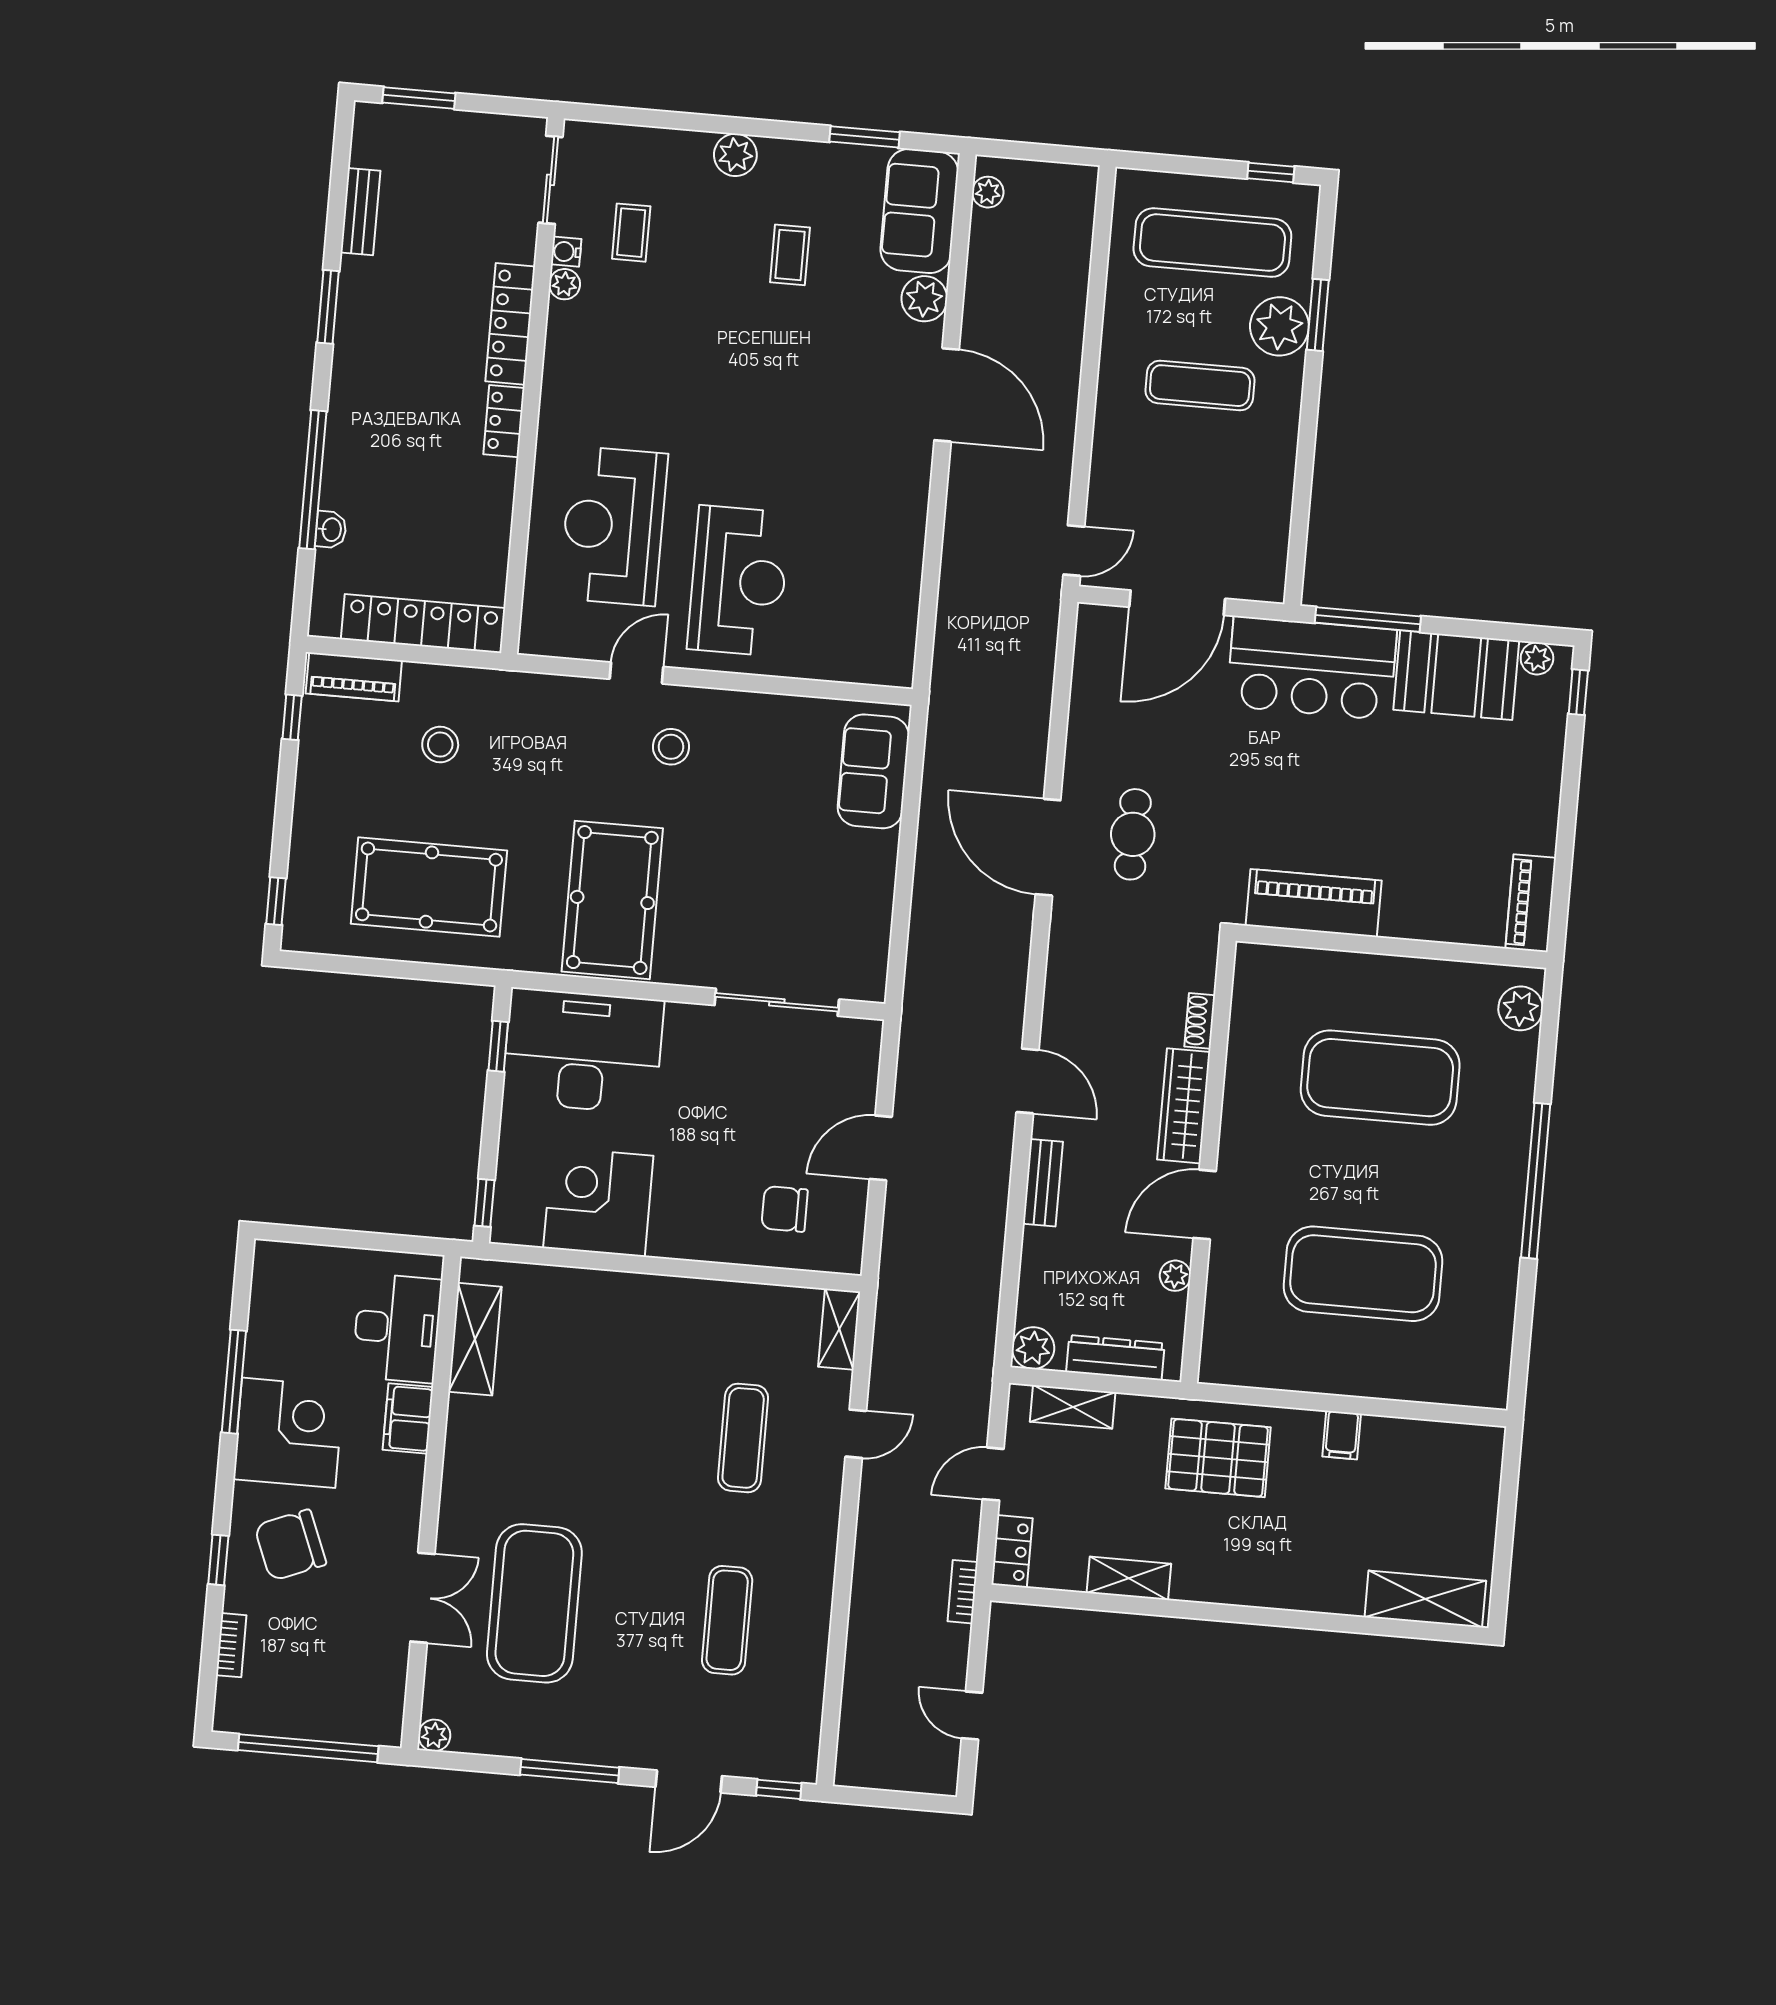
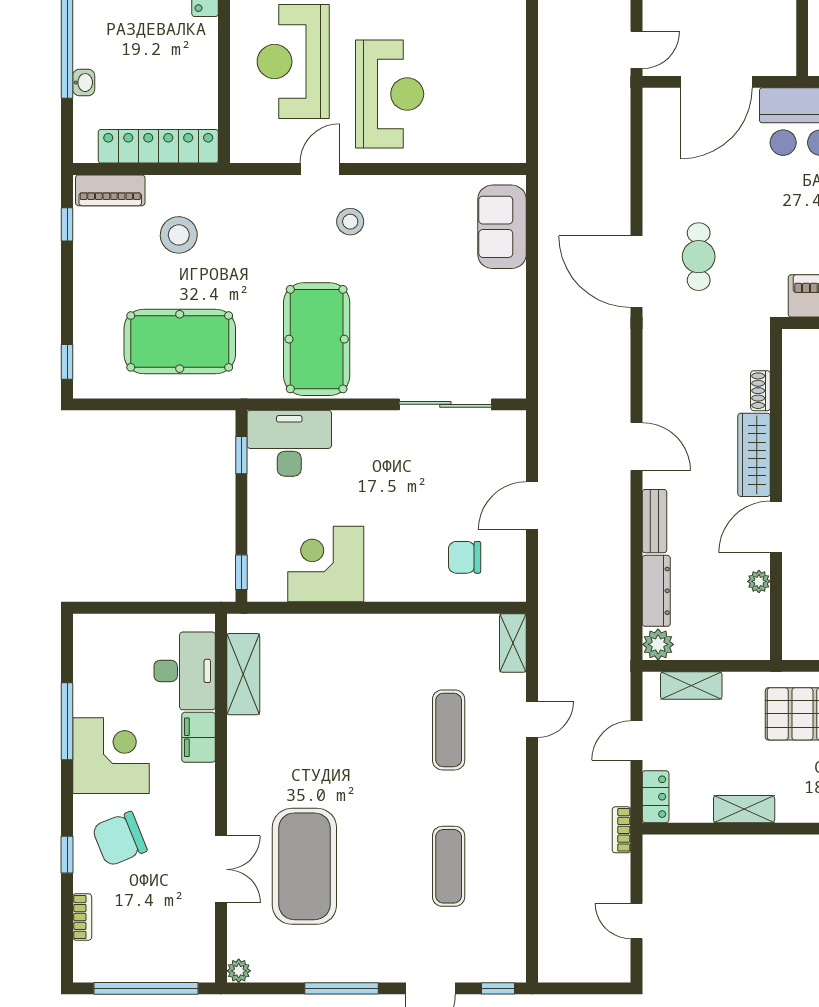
stool: (440, 744) -> (179, 235), width x1.38, depth x1.38
desk: (583, 1051) -> (289, 443), width x0.73, depth x0.77
dresser: (1115, 1358) -> (656, 591), moved, turned 90

